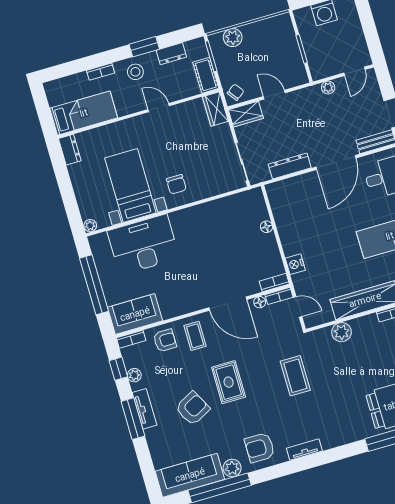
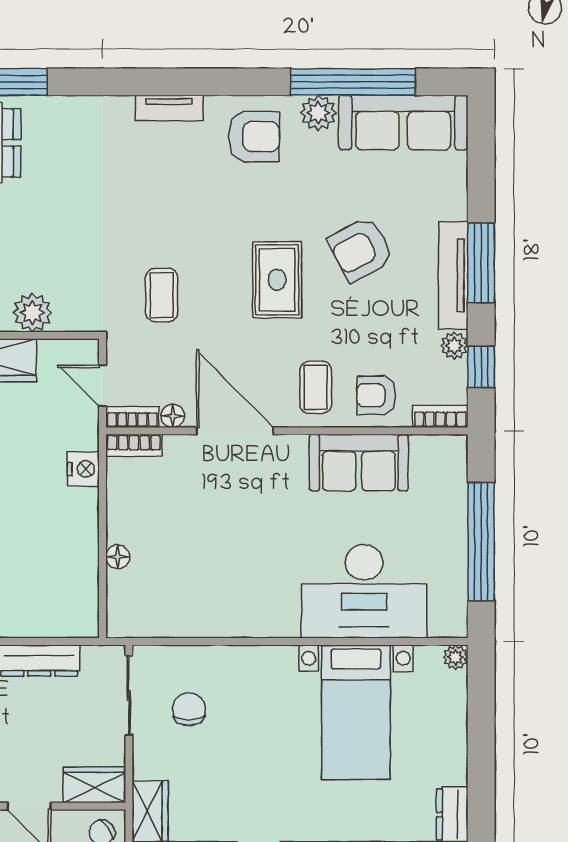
chair: (176, 184) -> (189, 709), moved
sofa: (135, 314) -> (359, 463), moved
coffee table: (295, 376) -> (162, 295), moved, width x0.73, depth x0.77
tv unit: (145, 409) -> (453, 275), width x1.41

